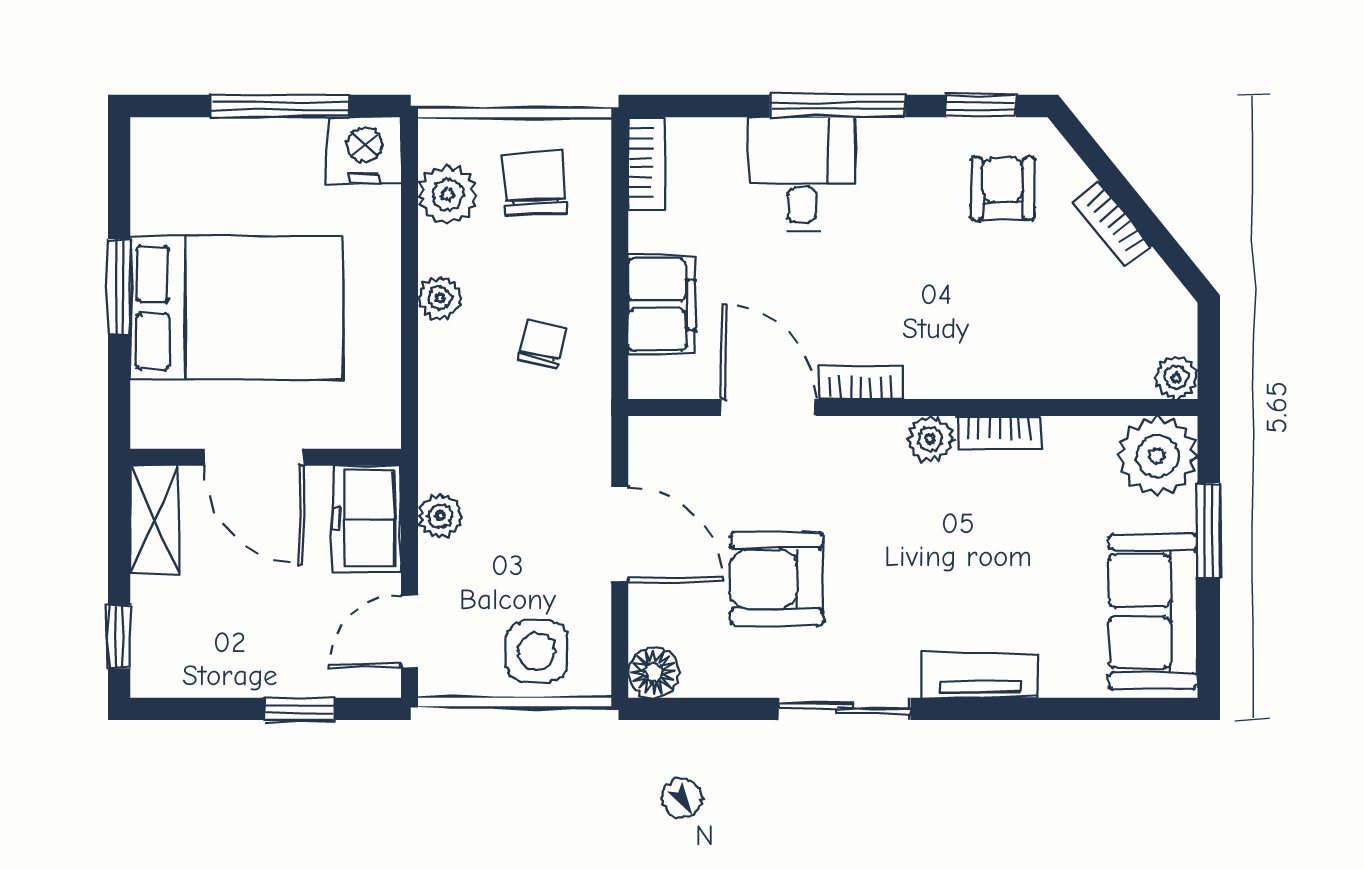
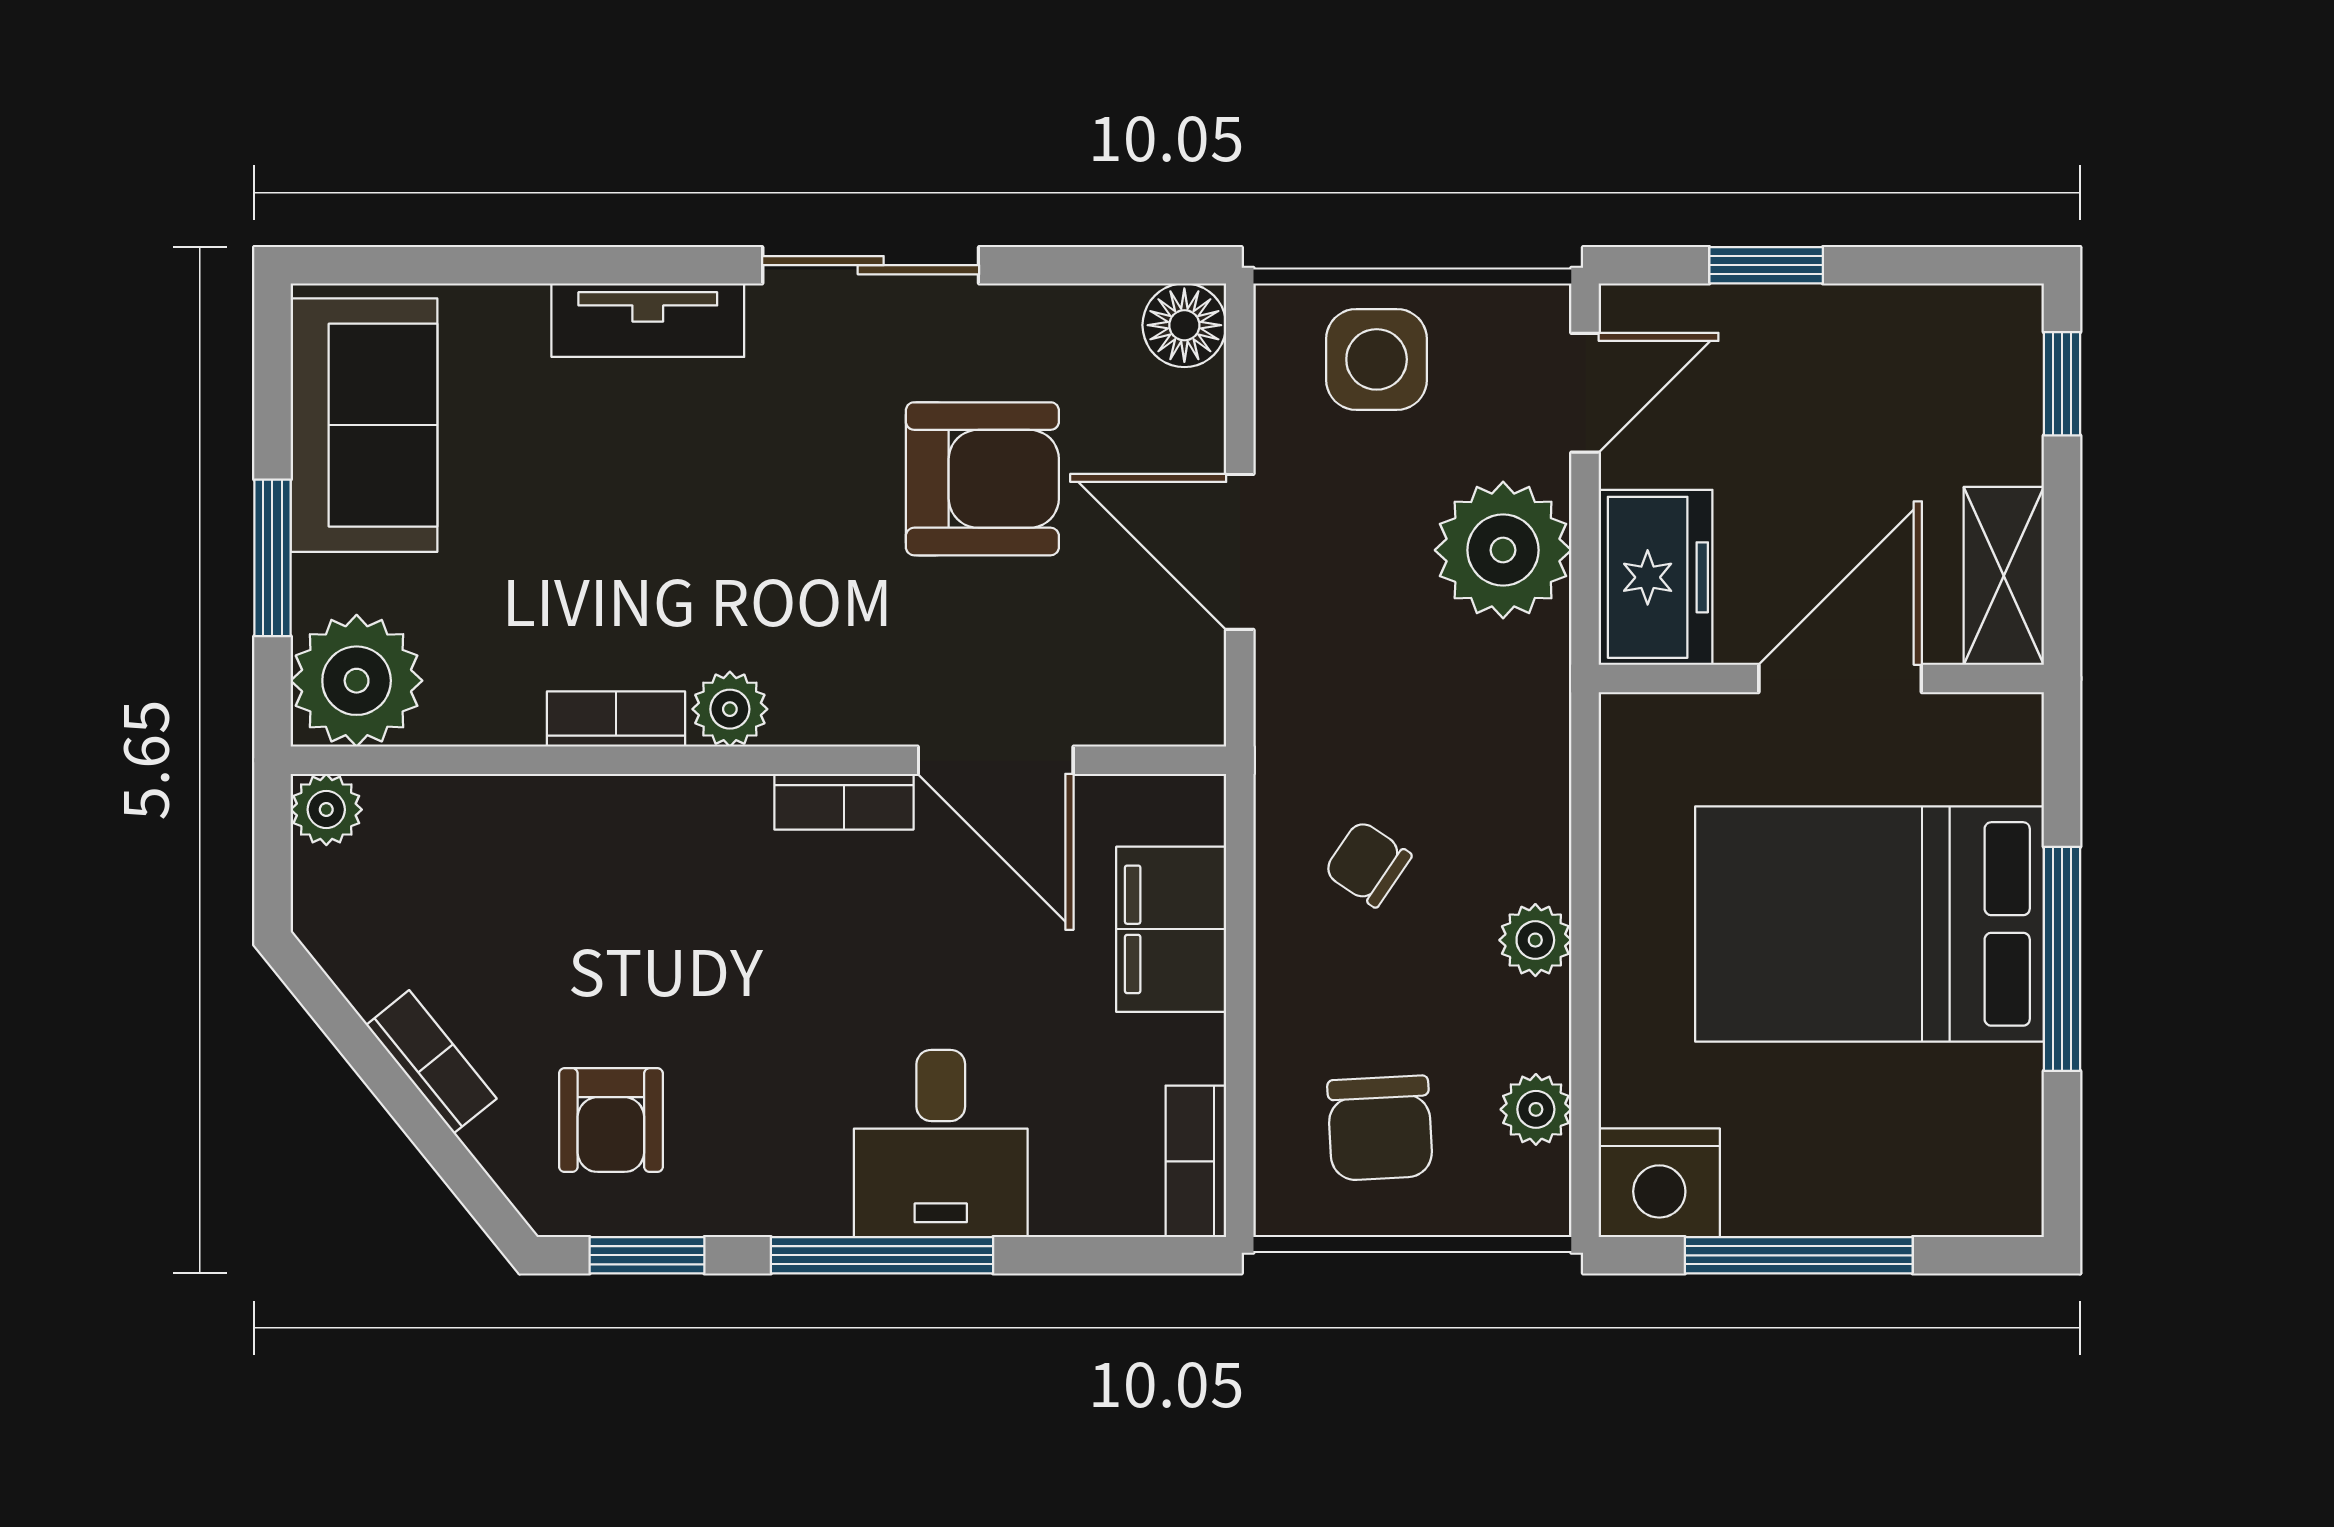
plant: (448, 195) -> (1536, 1109), width x0.73, depth x0.73
window: (119, 287) -> (2062, 959), width x1.44
chair: (542, 344) -> (1368, 864), turned 111
door: (254, 457) -> (1840, 678), hinge flipped
plant: (440, 516) -> (1503, 550), width x1.88, depth x1.88

